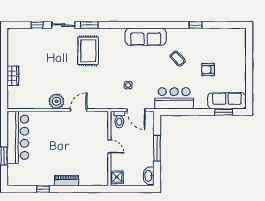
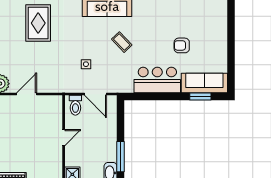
coffee table: (178, 59) -> (122, 42), moved
bar counter: (174, 98) -> (157, 80), moved
door: (109, 146) -> (64, 138), hinge flipped
window: (157, 148) -> (121, 157), moved

